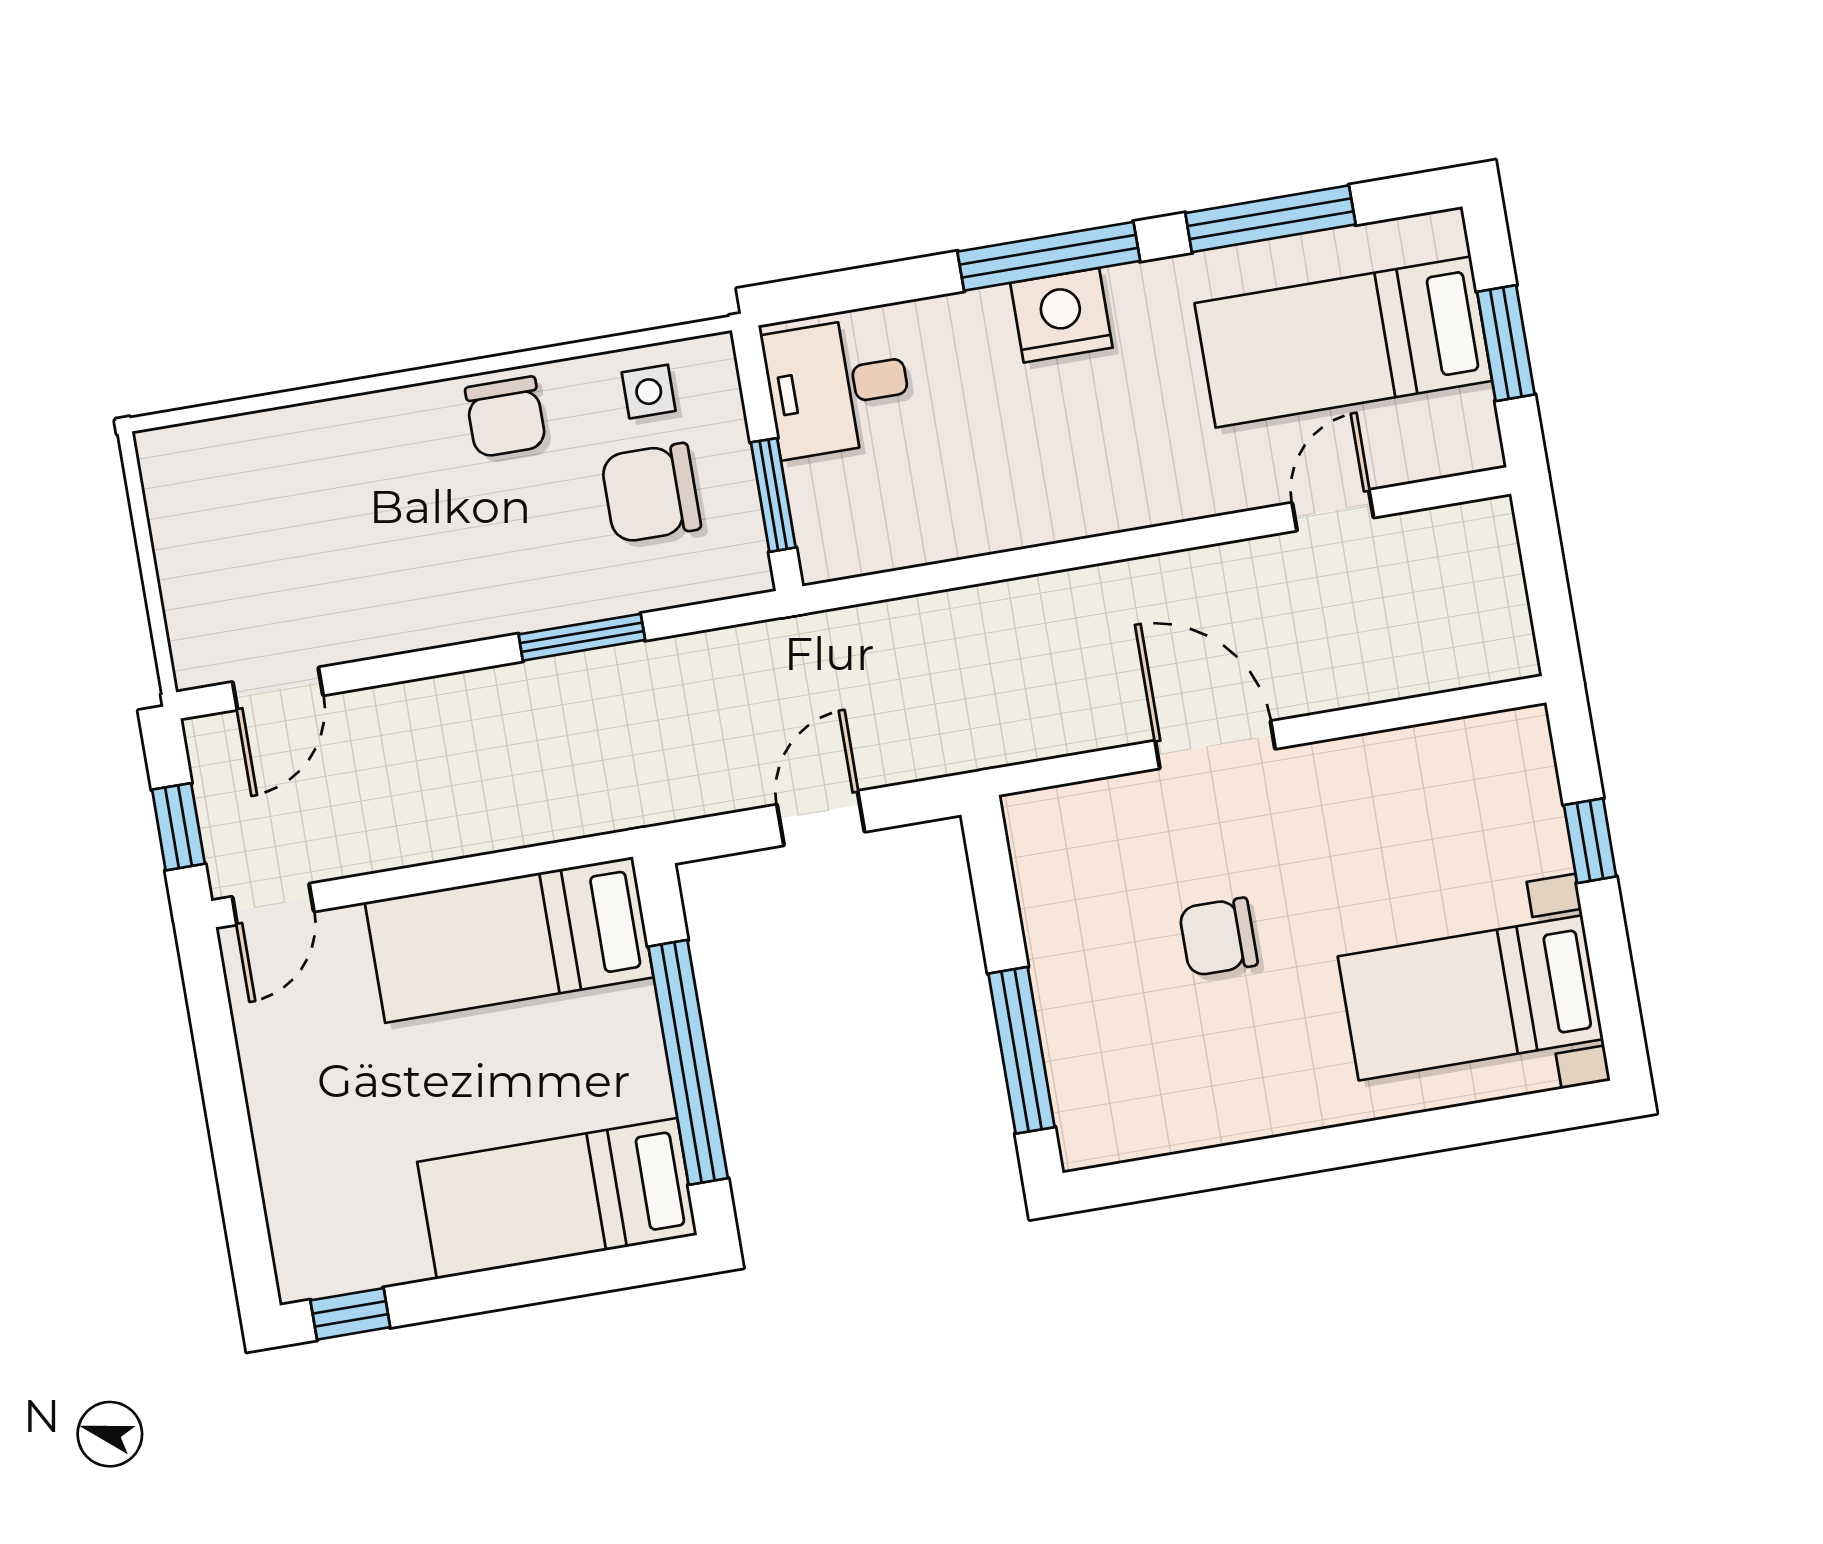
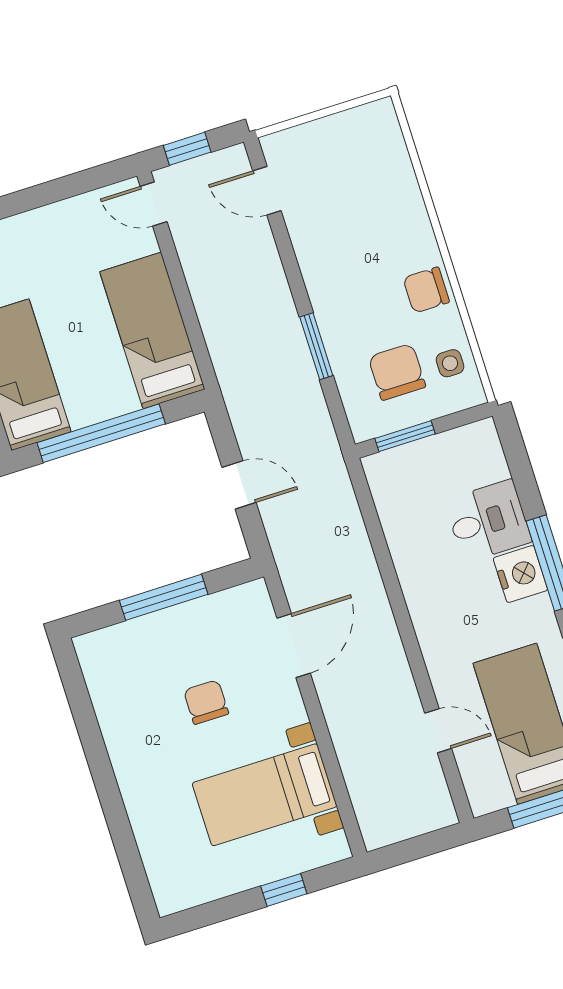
desk: (838, 387) -> (488, 521), moved, turned 90
door: (1215, 745) -> (294, 646), moved
bed with nightstands: (1471, 998) -> (265, 795), moved, turned -90
window: (1022, 1050) -> (164, 597), moved

